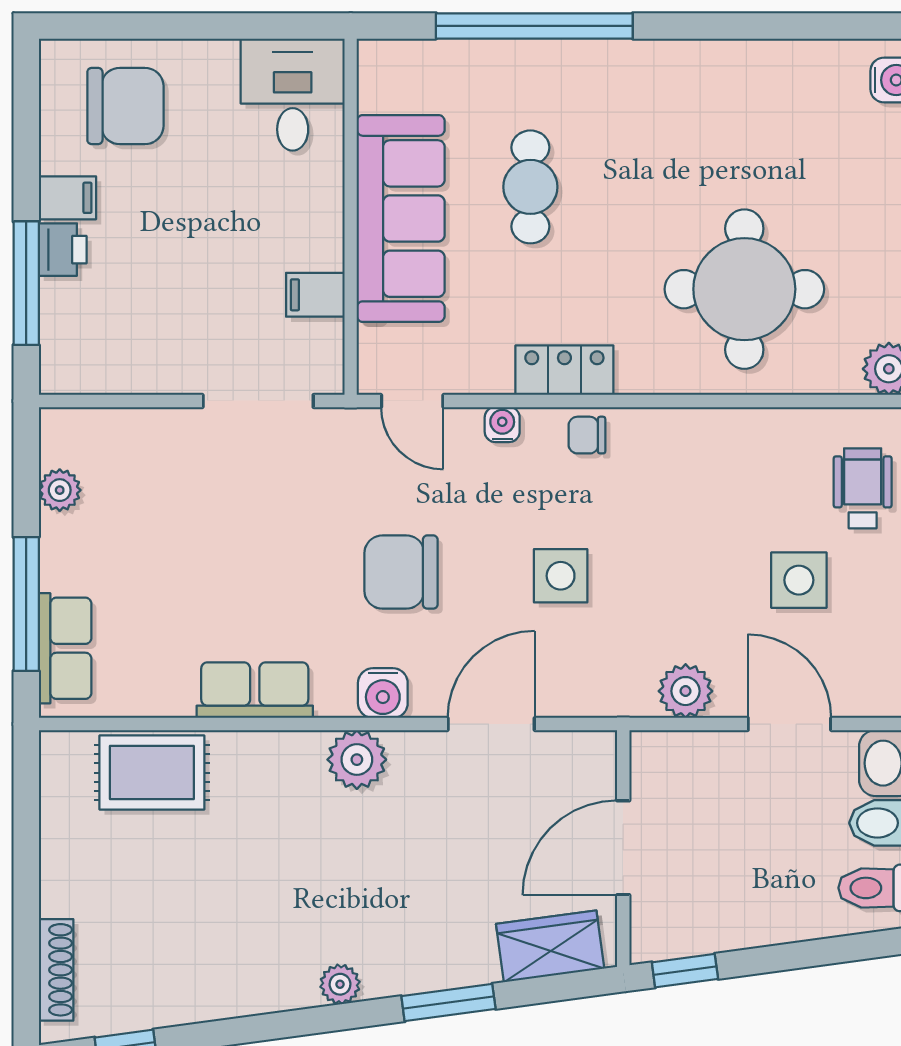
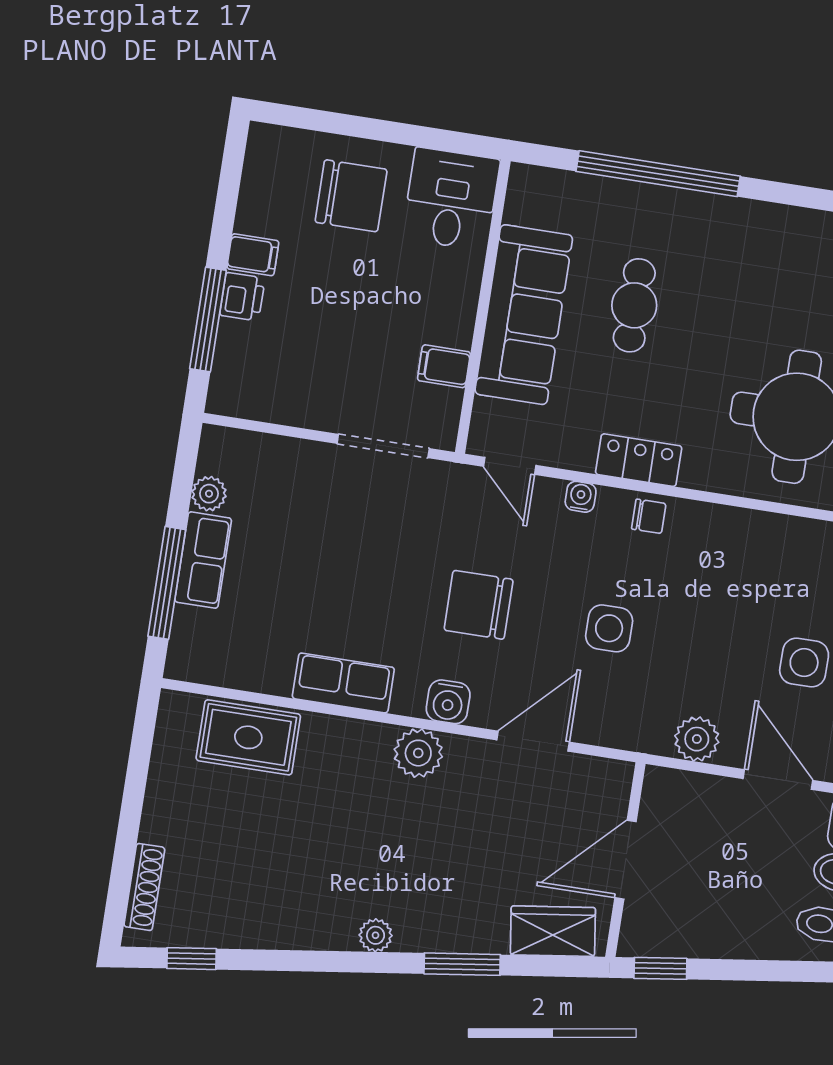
chair: (125, 106) -> (351, 196), moved
chair: (587, 435) -> (649, 516), turned 180
row of seats: (65, 648) -> (203, 560), moved

